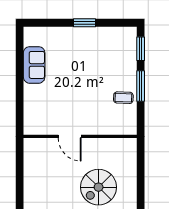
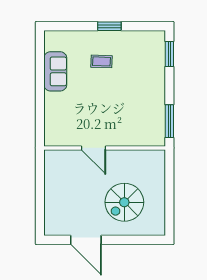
window: (141, 86) -> (169, 121), moved
coffee table: (123, 98) -> (102, 61), moved

